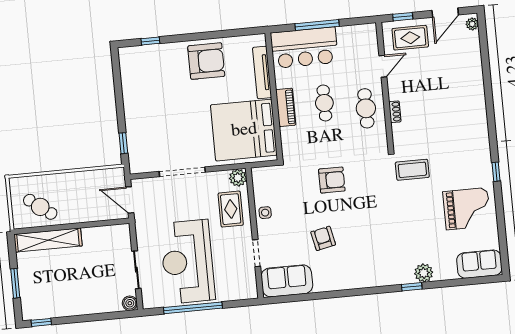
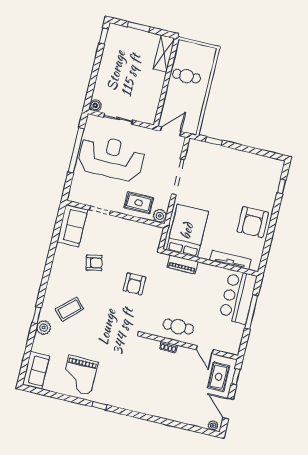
cafe table: (324, 103) -> (193, 298), removed
piano: (286, 107) -> (182, 264), moved
bed: (244, 130) -> (187, 231), width x0.73
coffee table: (412, 170) -> (69, 309), moved, turned 47
cafe table: (40, 207) -> (186, 76), moved, turned 53
side table: (265, 213) -> (127, 227), removed
shelving: (48, 240) -> (164, 54), width x0.68

